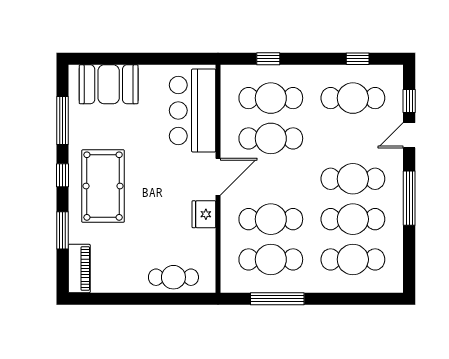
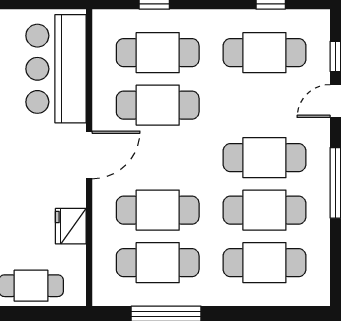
fridge: (204, 214) -> (71, 226), moved

